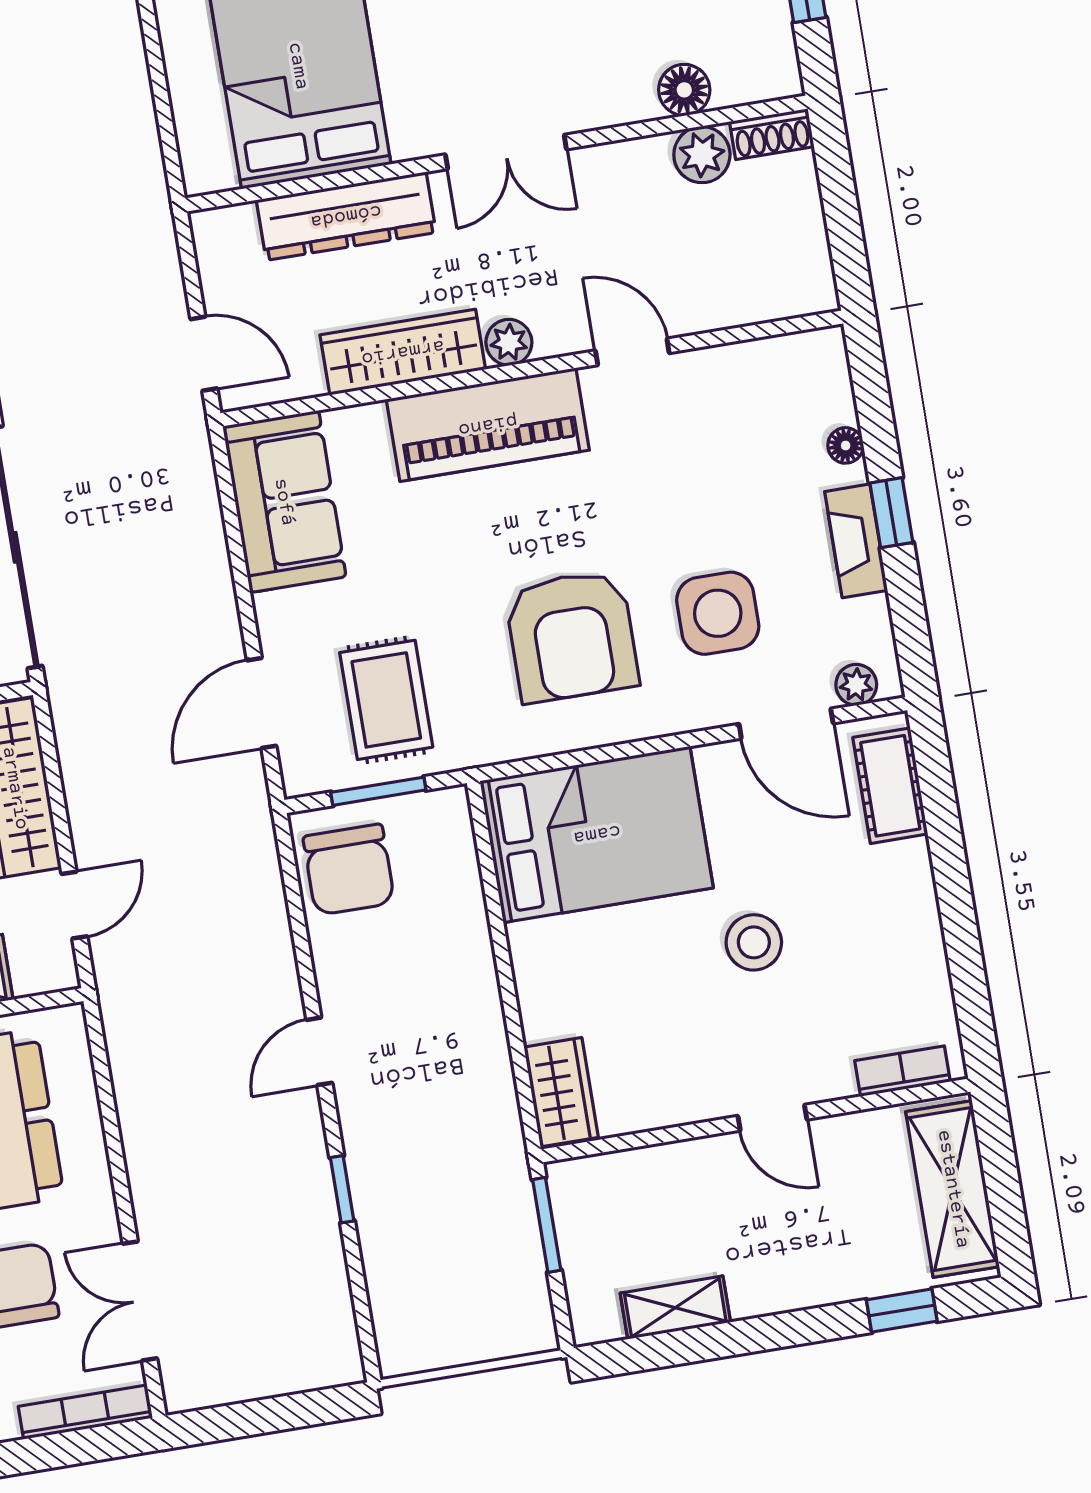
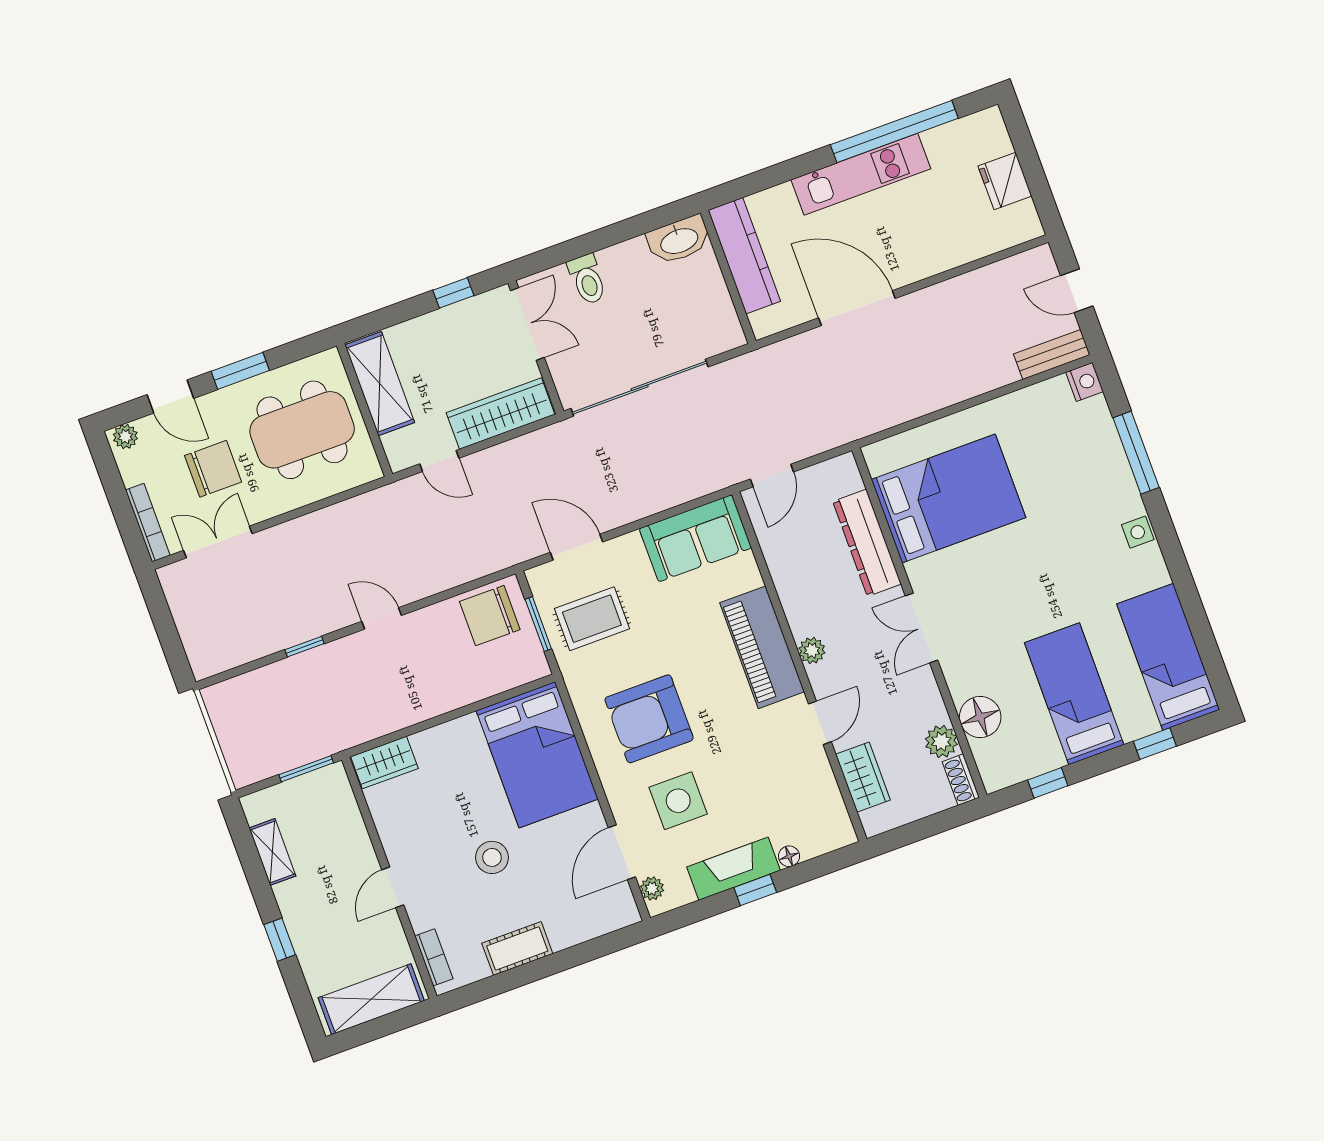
floor lamp: (684, 90) -> (980, 717), width x1.38, depth x1.38
wardrobe: (403, 352) -> (863, 777), moved, width x0.67
fireplace: (856, 541) -> (734, 869), width x1.37, depth x1.32
cot: (890, 786) -> (517, 948), moved
window: (902, 1310) -> (280, 940), moved

